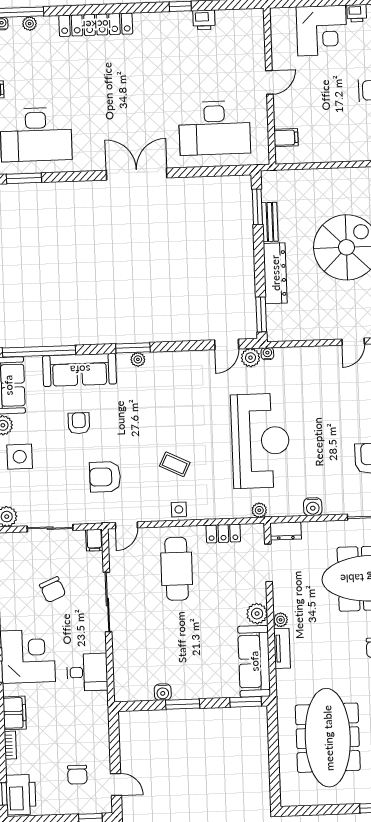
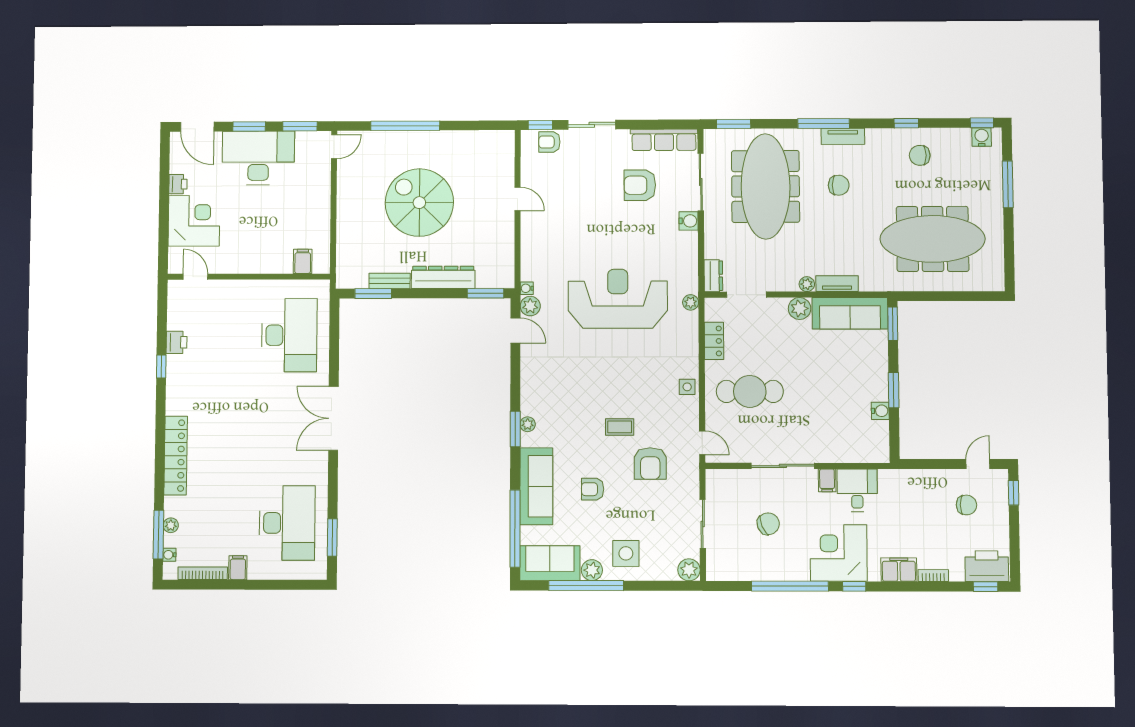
door: (269, 82) -> (195, 277), moved
coffee table: (175, 464) -> (620, 427), moved, turned 64
water cooler: (313, 507) -> (689, 221), moved
filing cabinet: (94, 540) -> (827, 480), moved, turned 90

